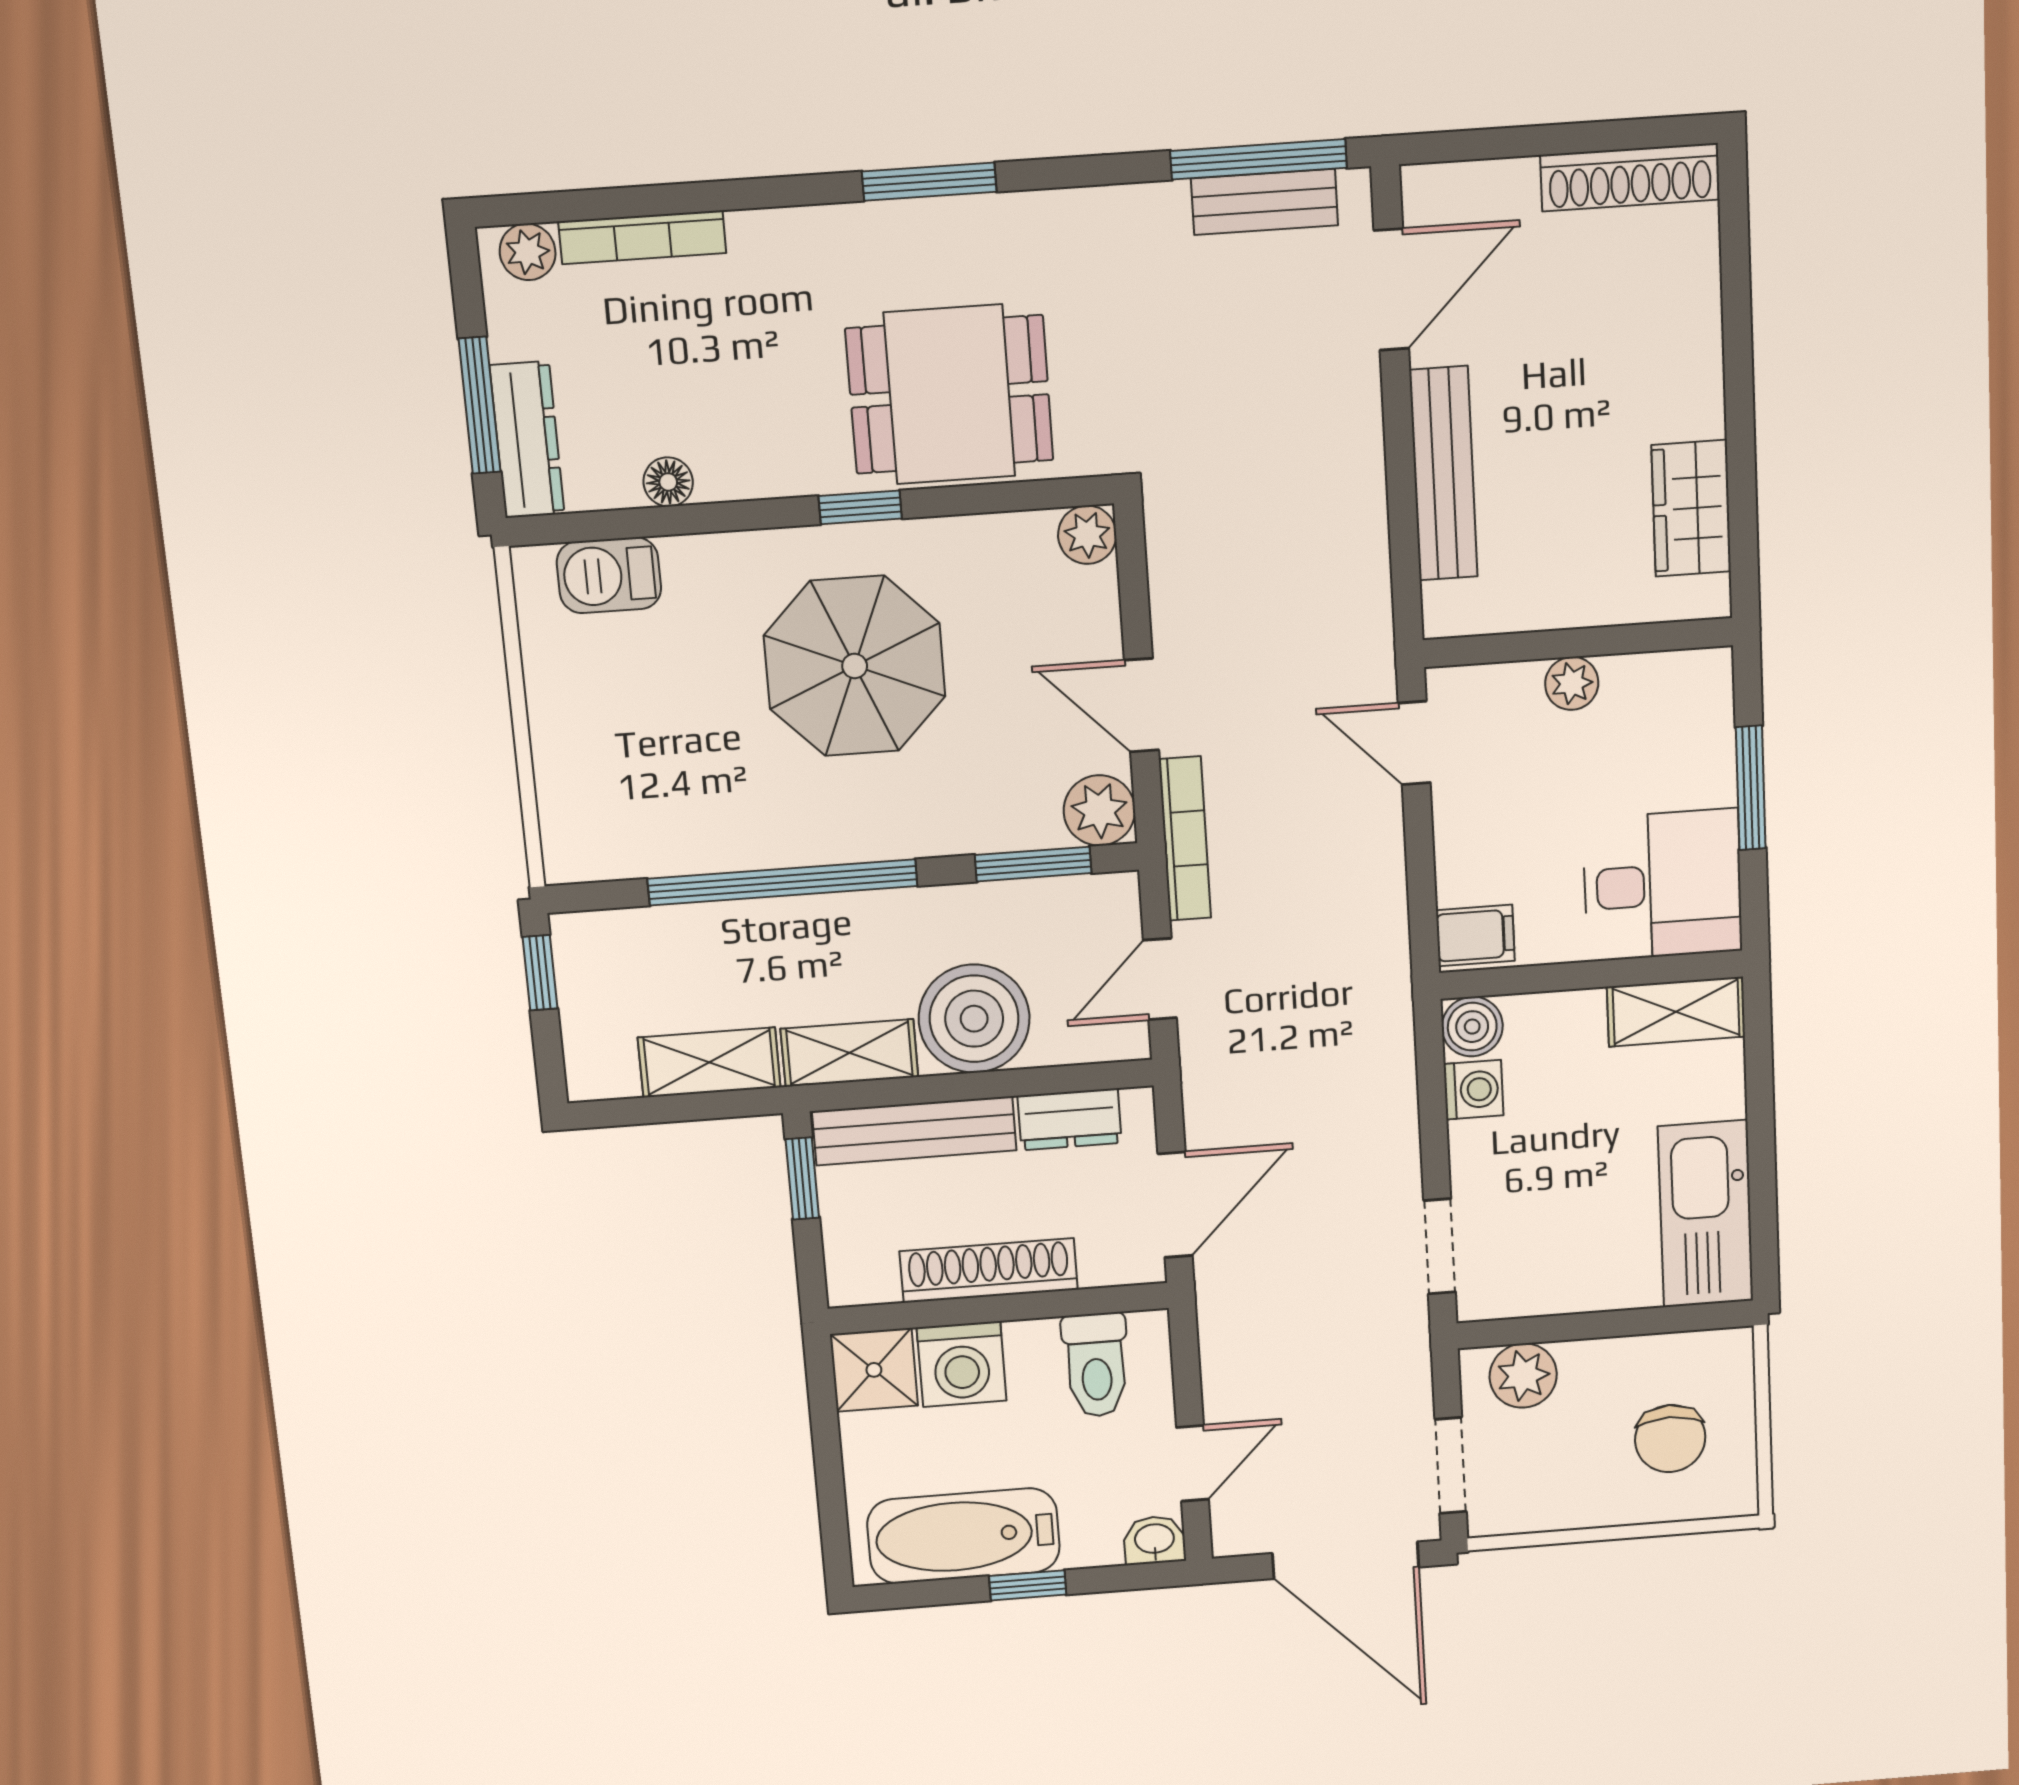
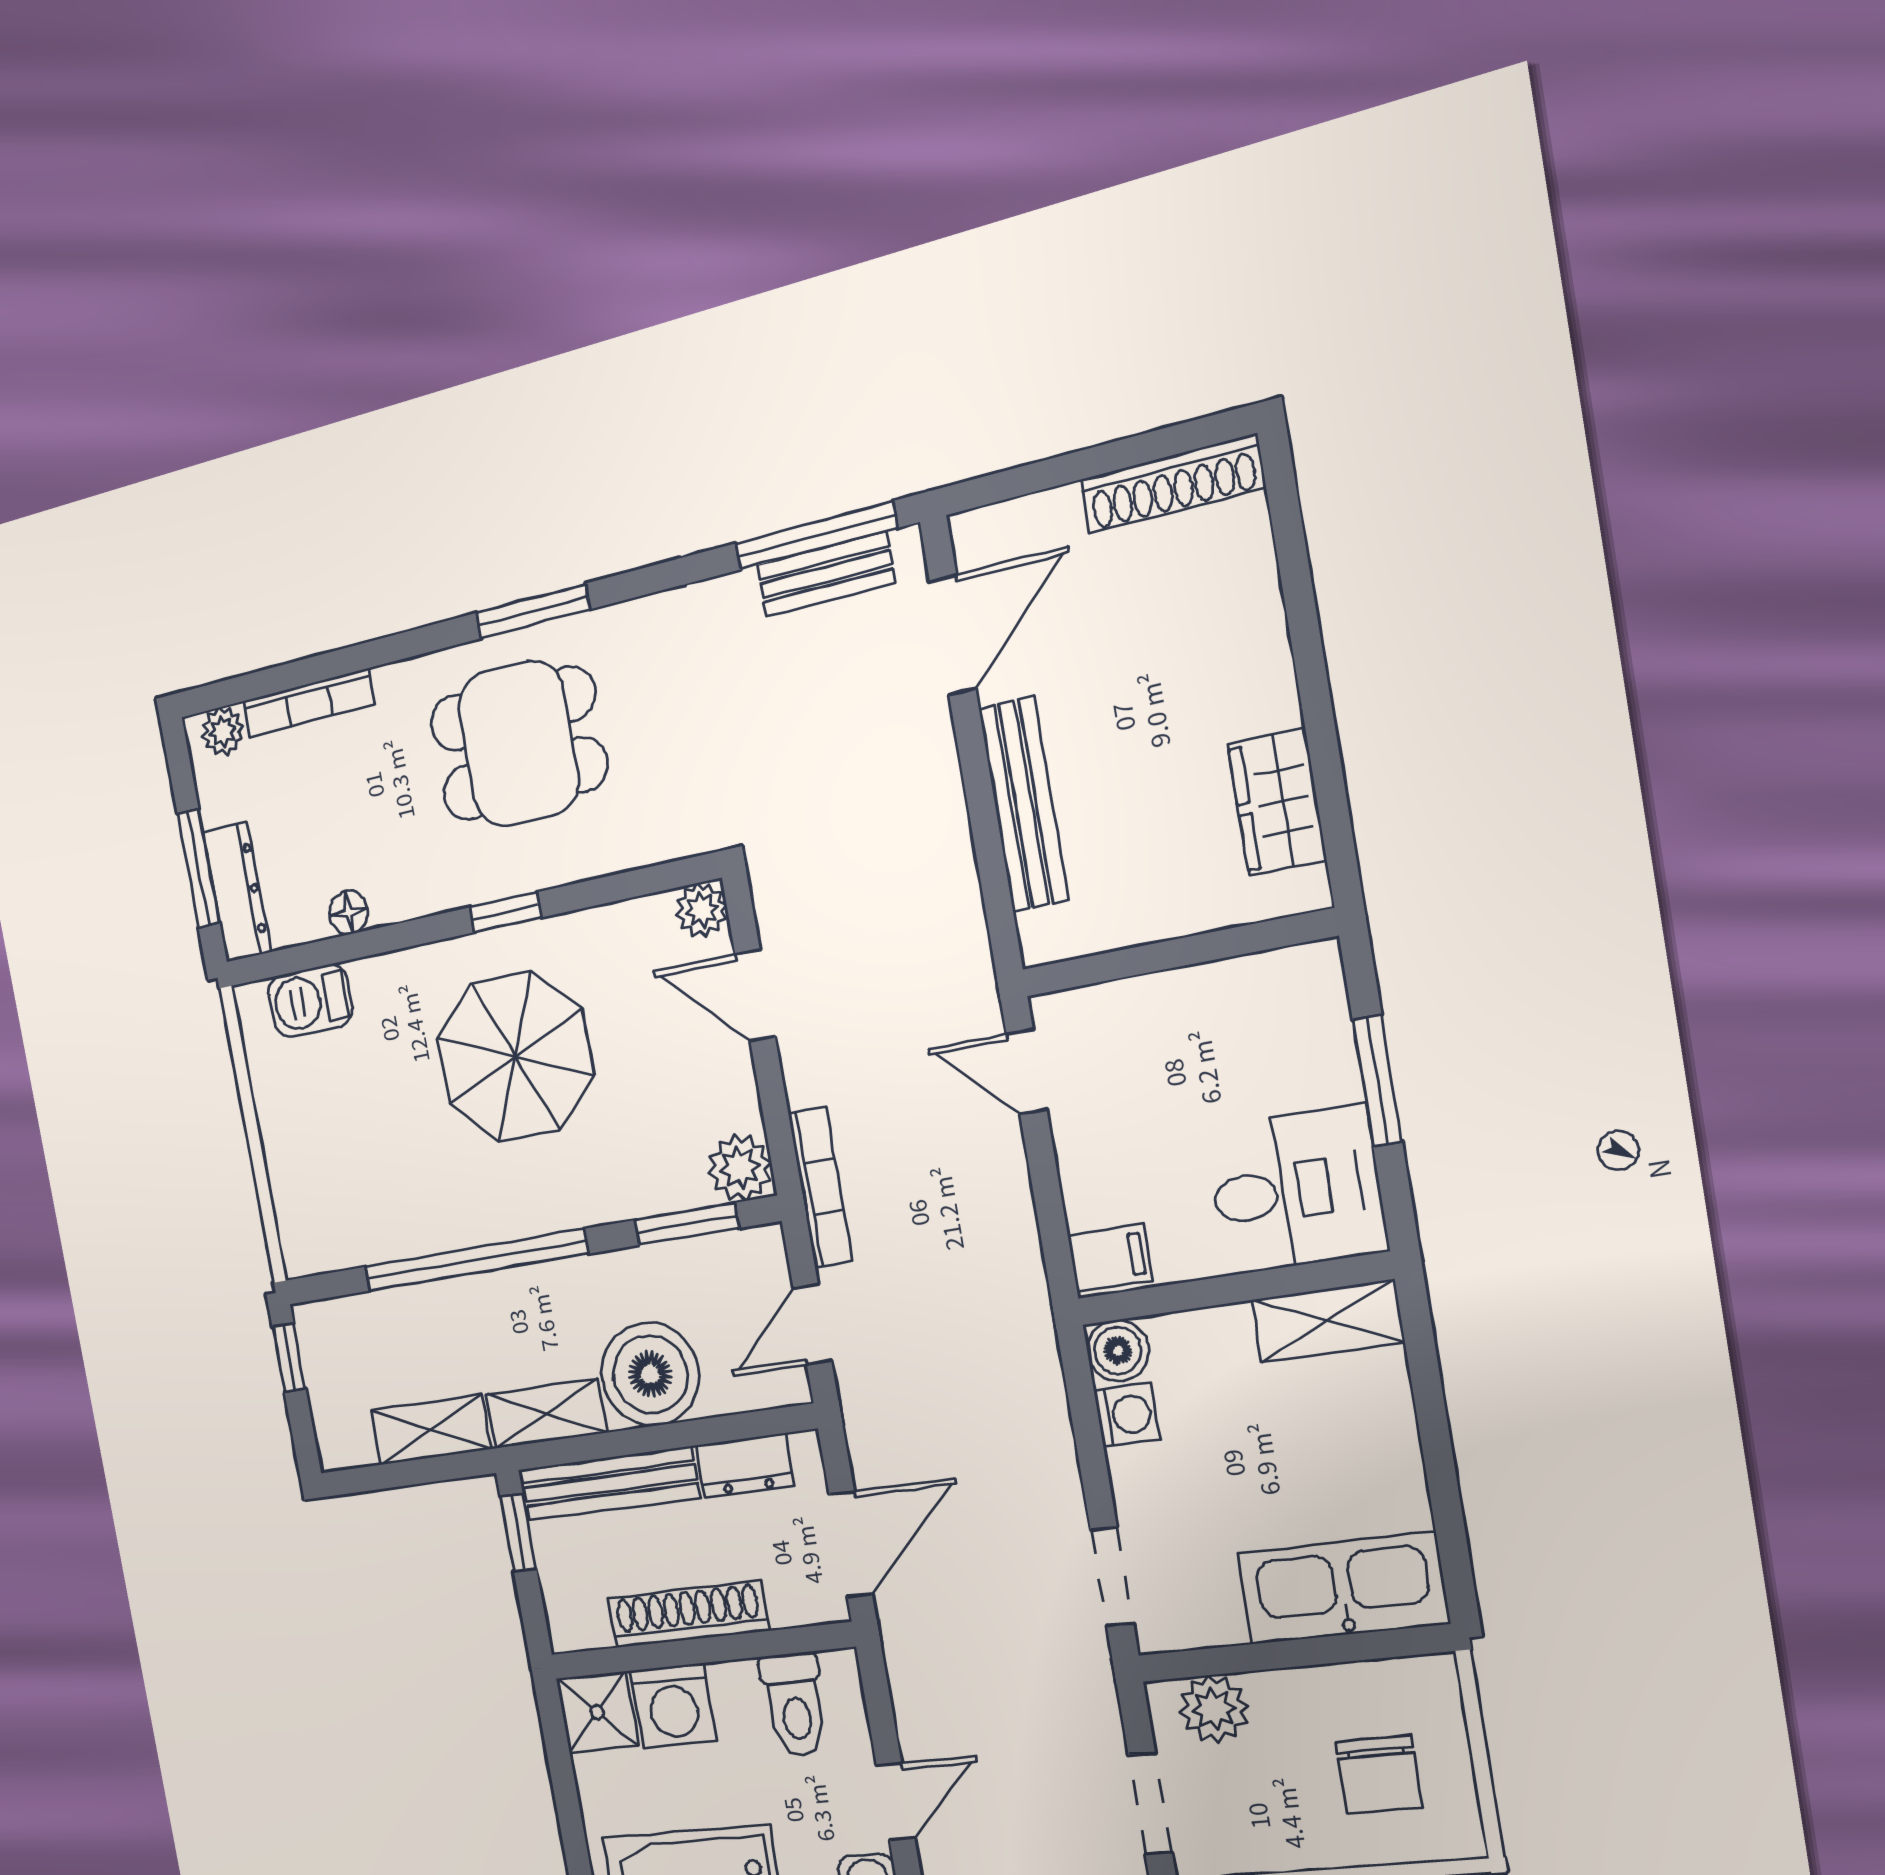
dining table: (950, 394) -> (519, 744), moved
plant: (1572, 683) -> (1176, 995), removed
door: (1141, 705) -> (755, 995), moved
kitchen sink: (1706, 1214) -> (1343, 1588), moved, turned 90

